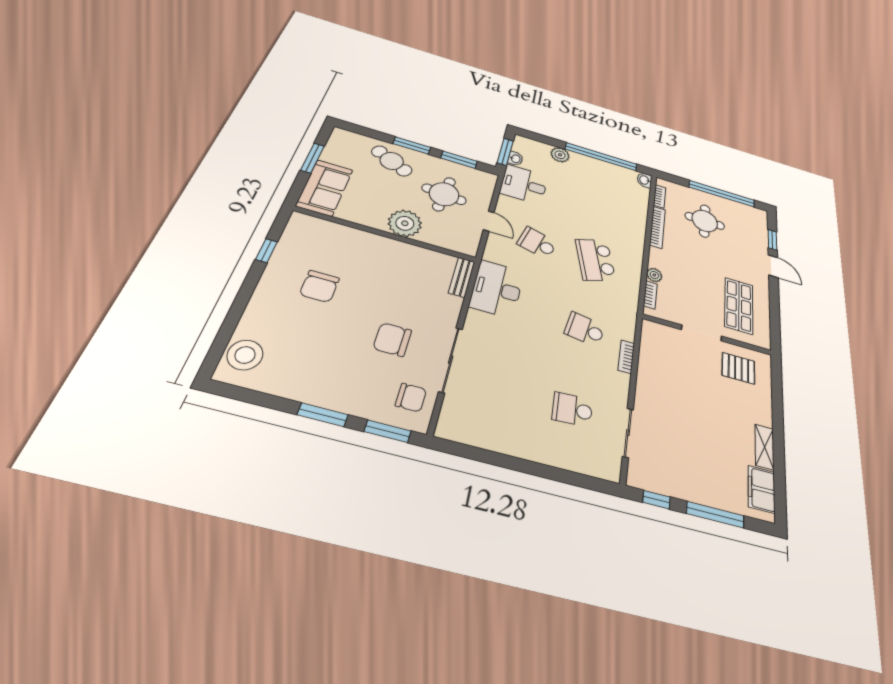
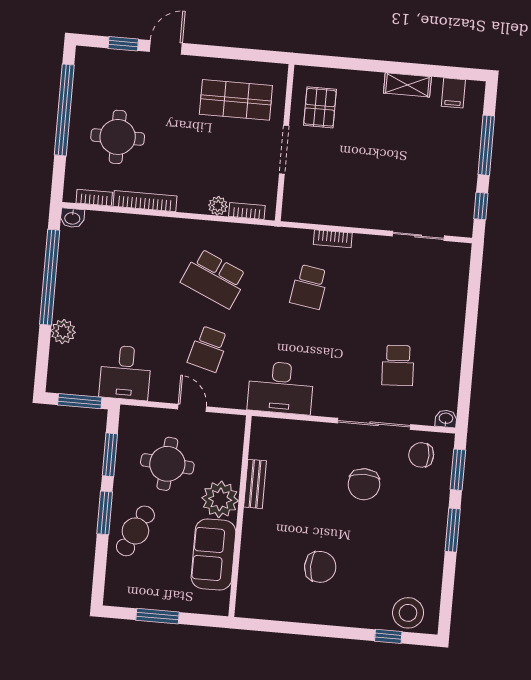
washbasin: (515, 159) -> (446, 419), moved
sofa: (325, 188) -> (213, 554), moved, turned -90
door: (489, 221) -> (192, 408), hinge flipped
window: (266, 251) -> (388, 636), moved
school desk: (595, 260) -> (214, 278), turned 42
bench: (462, 277) -> (255, 484), moved, turned 90
chair: (411, 398) -> (421, 455), turned -90
school desk: (572, 409) -> (398, 365), moved
filing cabinet: (762, 489) -> (453, 93), width x0.50

